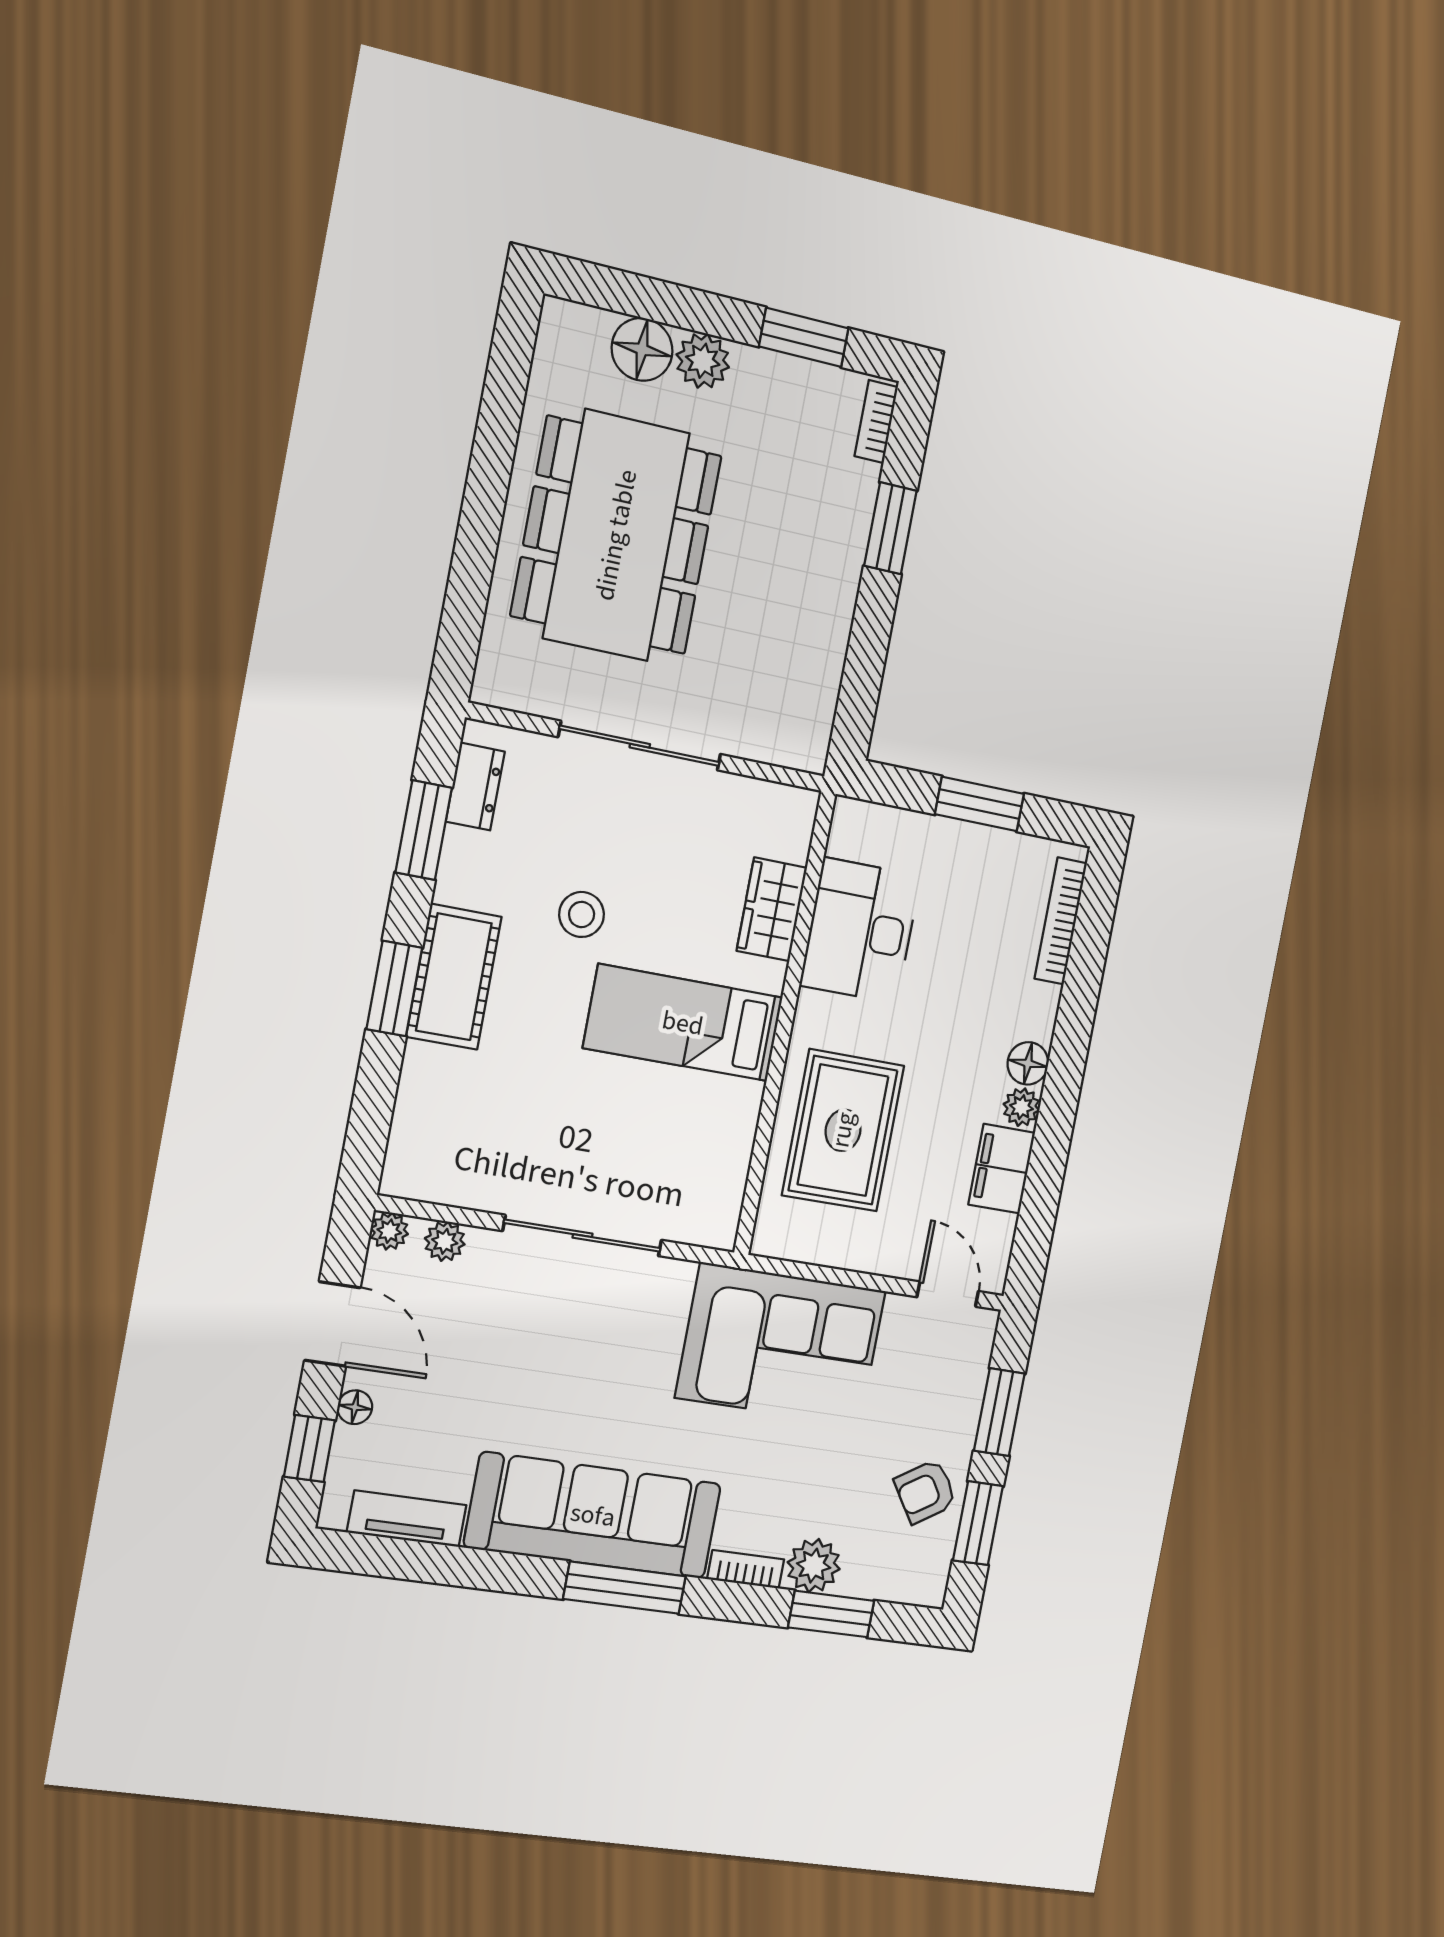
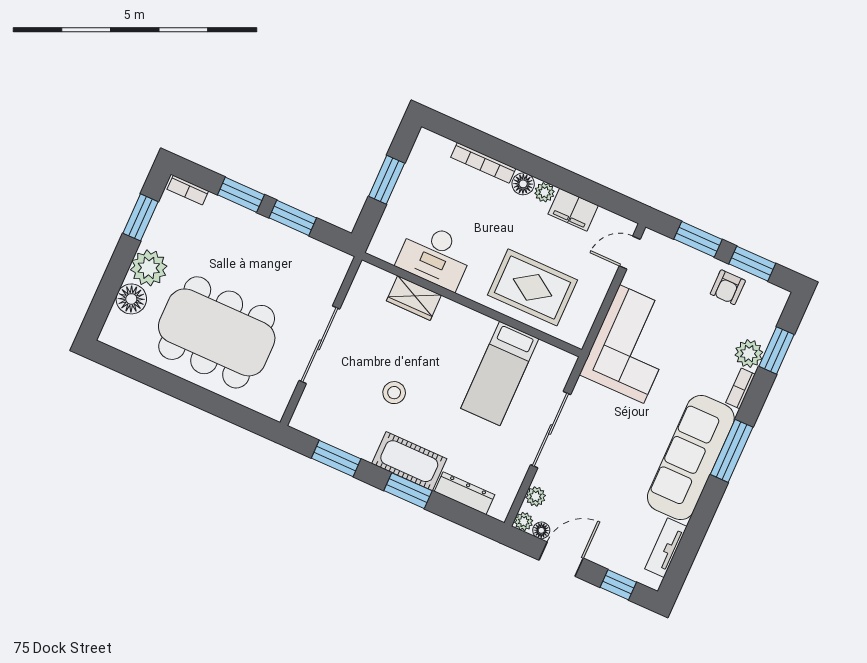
plant: (703, 361) -> (149, 268), width x1.36, depth x1.36
window: (869, 639) -> (293, 218), added
dresser: (475, 787) -> (465, 493), moved, width x1.44
bookcase: (1061, 921) -> (483, 163), moved
bed: (683, 1023) -> (500, 374), moved
floor lamp: (355, 1407) -> (541, 530), moved
armchair: (926, 1491) -> (728, 287), turned 33

